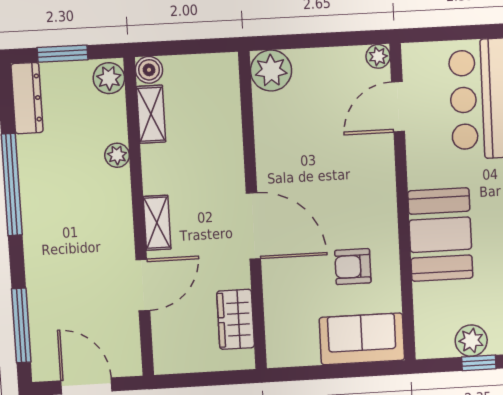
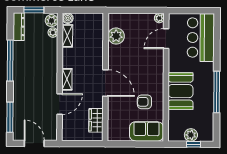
plant: (271, 71) -> (116, 36), moved
plant: (117, 155) -> (53, 33), moved

